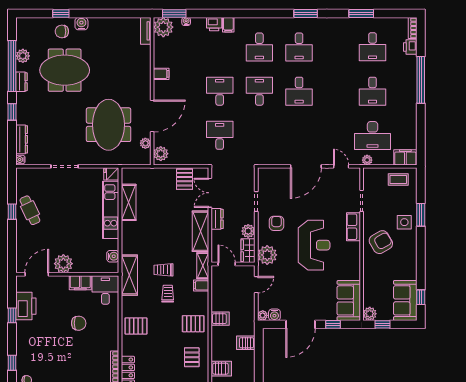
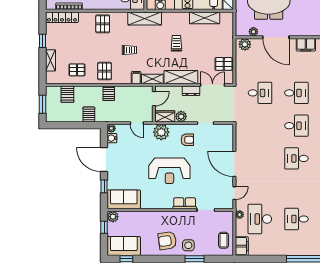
filing cabinet: (161, 74) -> (306, 45), width x2.00
armchair: (381, 242) -> (167, 241), moved, turned 112
trolley: (163, 270) -> (176, 43), moved

